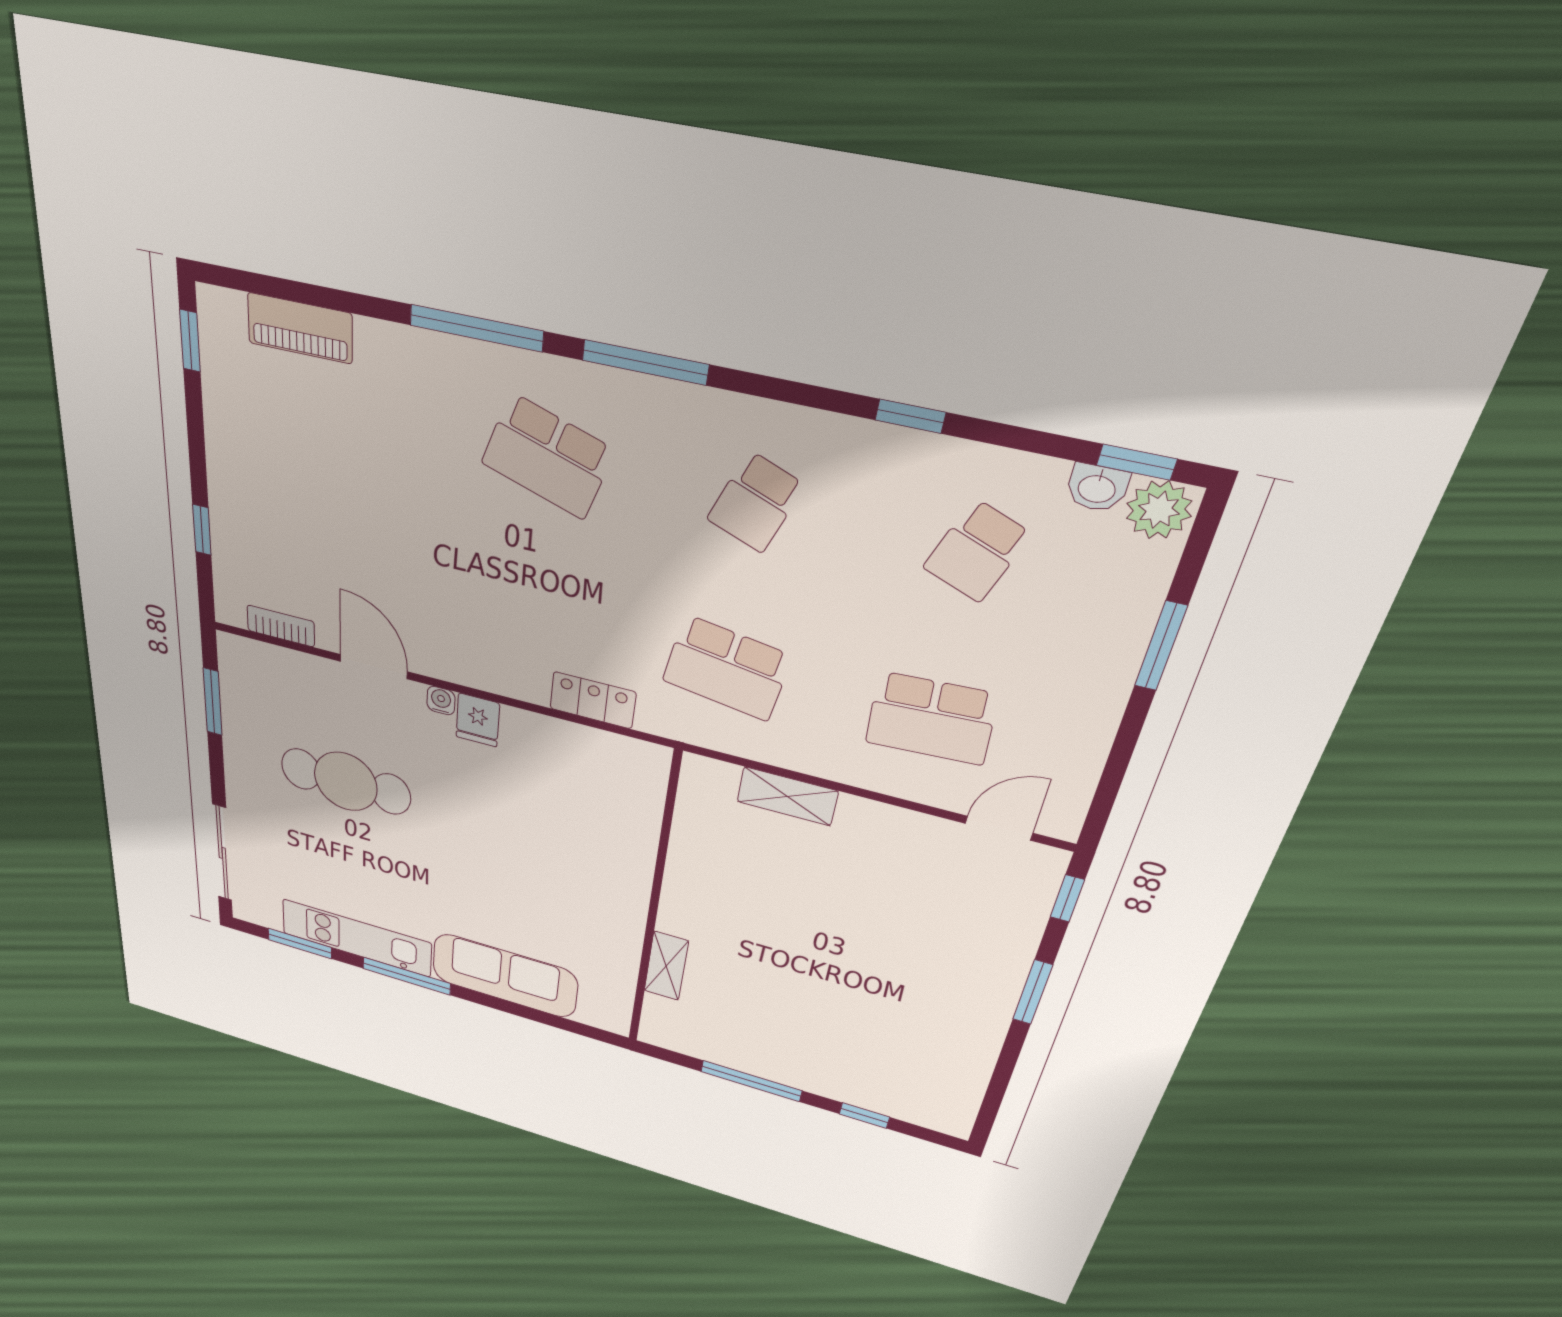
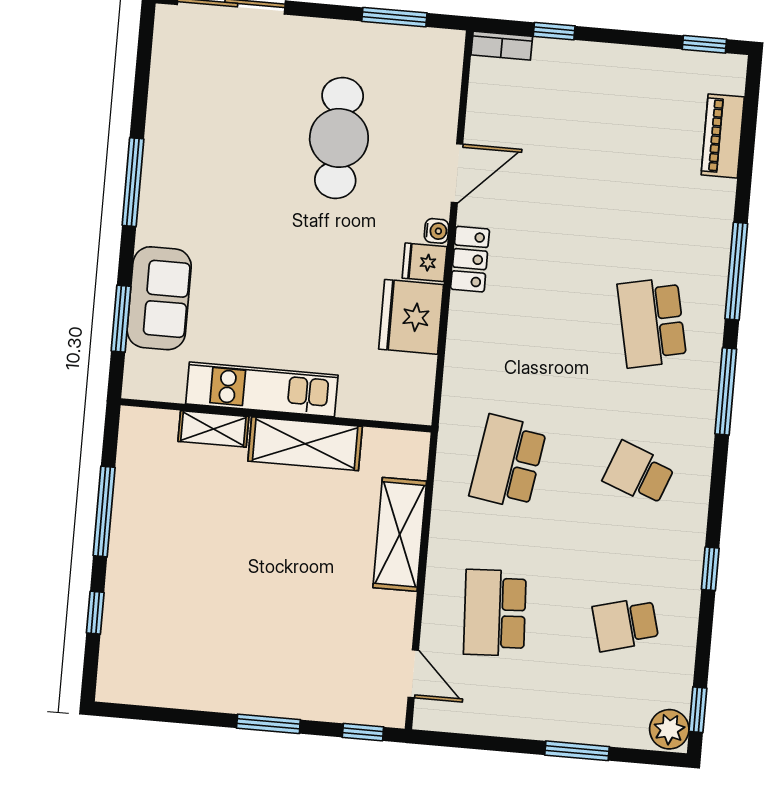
school desk: (548, 456) -> (652, 323), turned -30
washbasin: (1097, 488) -> (678, 690), removed
school desk: (977, 551) -> (626, 624), turned -36
bookcase: (281, 626) -> (502, 46), moved, turned 90
locker: (593, 700) -> (470, 259), moved
fridge: (542, 746) -> (411, 317), added
shelving: (787, 796) -> (400, 534), width x1.50, depth x1.33
shelving: (689, 884) -> (305, 444), added
kitchen unit: (356, 938) -> (262, 389), moved, turned -90
window: (300, 943) -> (121, 319), moved
sofa: (505, 976) -> (159, 298), width x0.73

